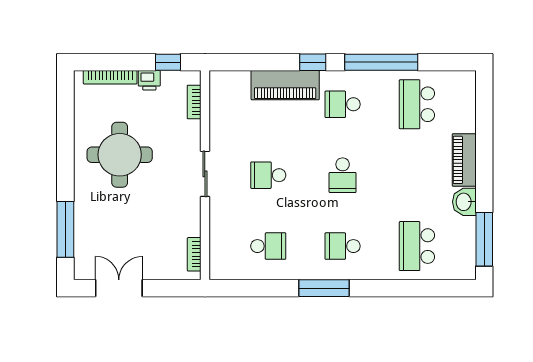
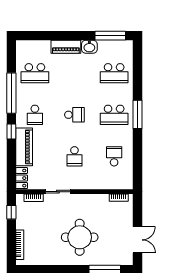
printer: (149, 80) -> (21, 223), removed
locker: (229, 81) -> (22, 178), added
round table: (120, 155) -> (80, 237), moved
sliding door: (205, 174) -> (58, 192), moved
school desk: (343, 246) -> (114, 115), width x1.85
double door: (119, 288) -> (138, 240), swing flipped
window: (324, 288) -> (138, 114), moved

